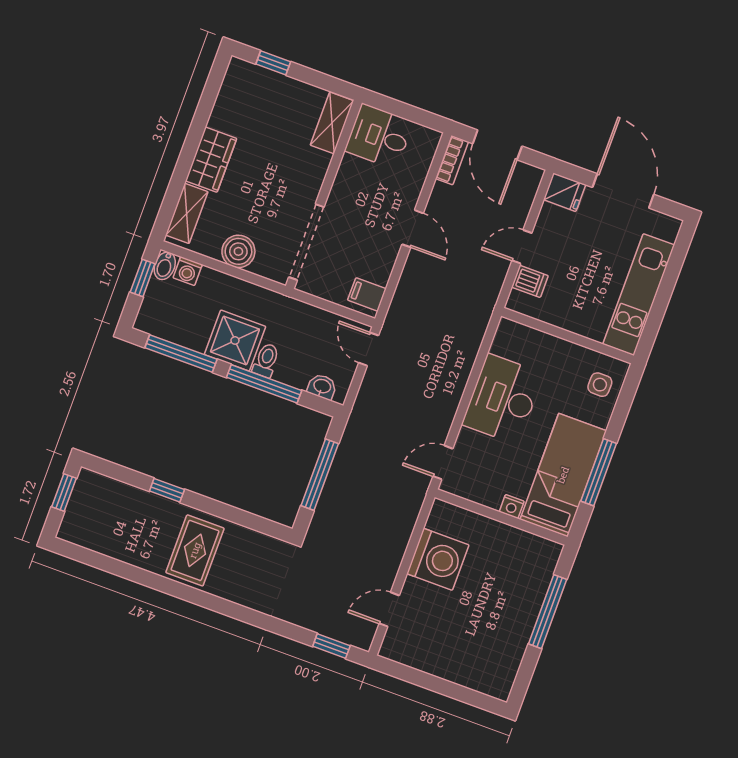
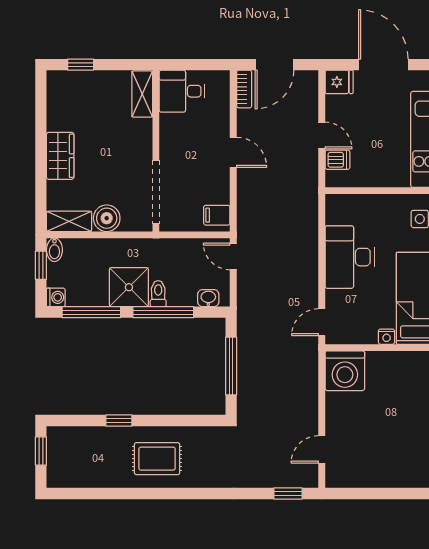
door: (497, 145) -> (275, 65), hinge flipped
shelving: (187, 213) -> (69, 221), moved, turned 90
door: (522, 247) -> (322, 136), swing flipped
washing machine: (188, 271) -> (56, 297), moved, turned -90
rug: (195, 550) -> (157, 459), turned 90
washing machine: (438, 559) -> (345, 371), moved, turned 90

